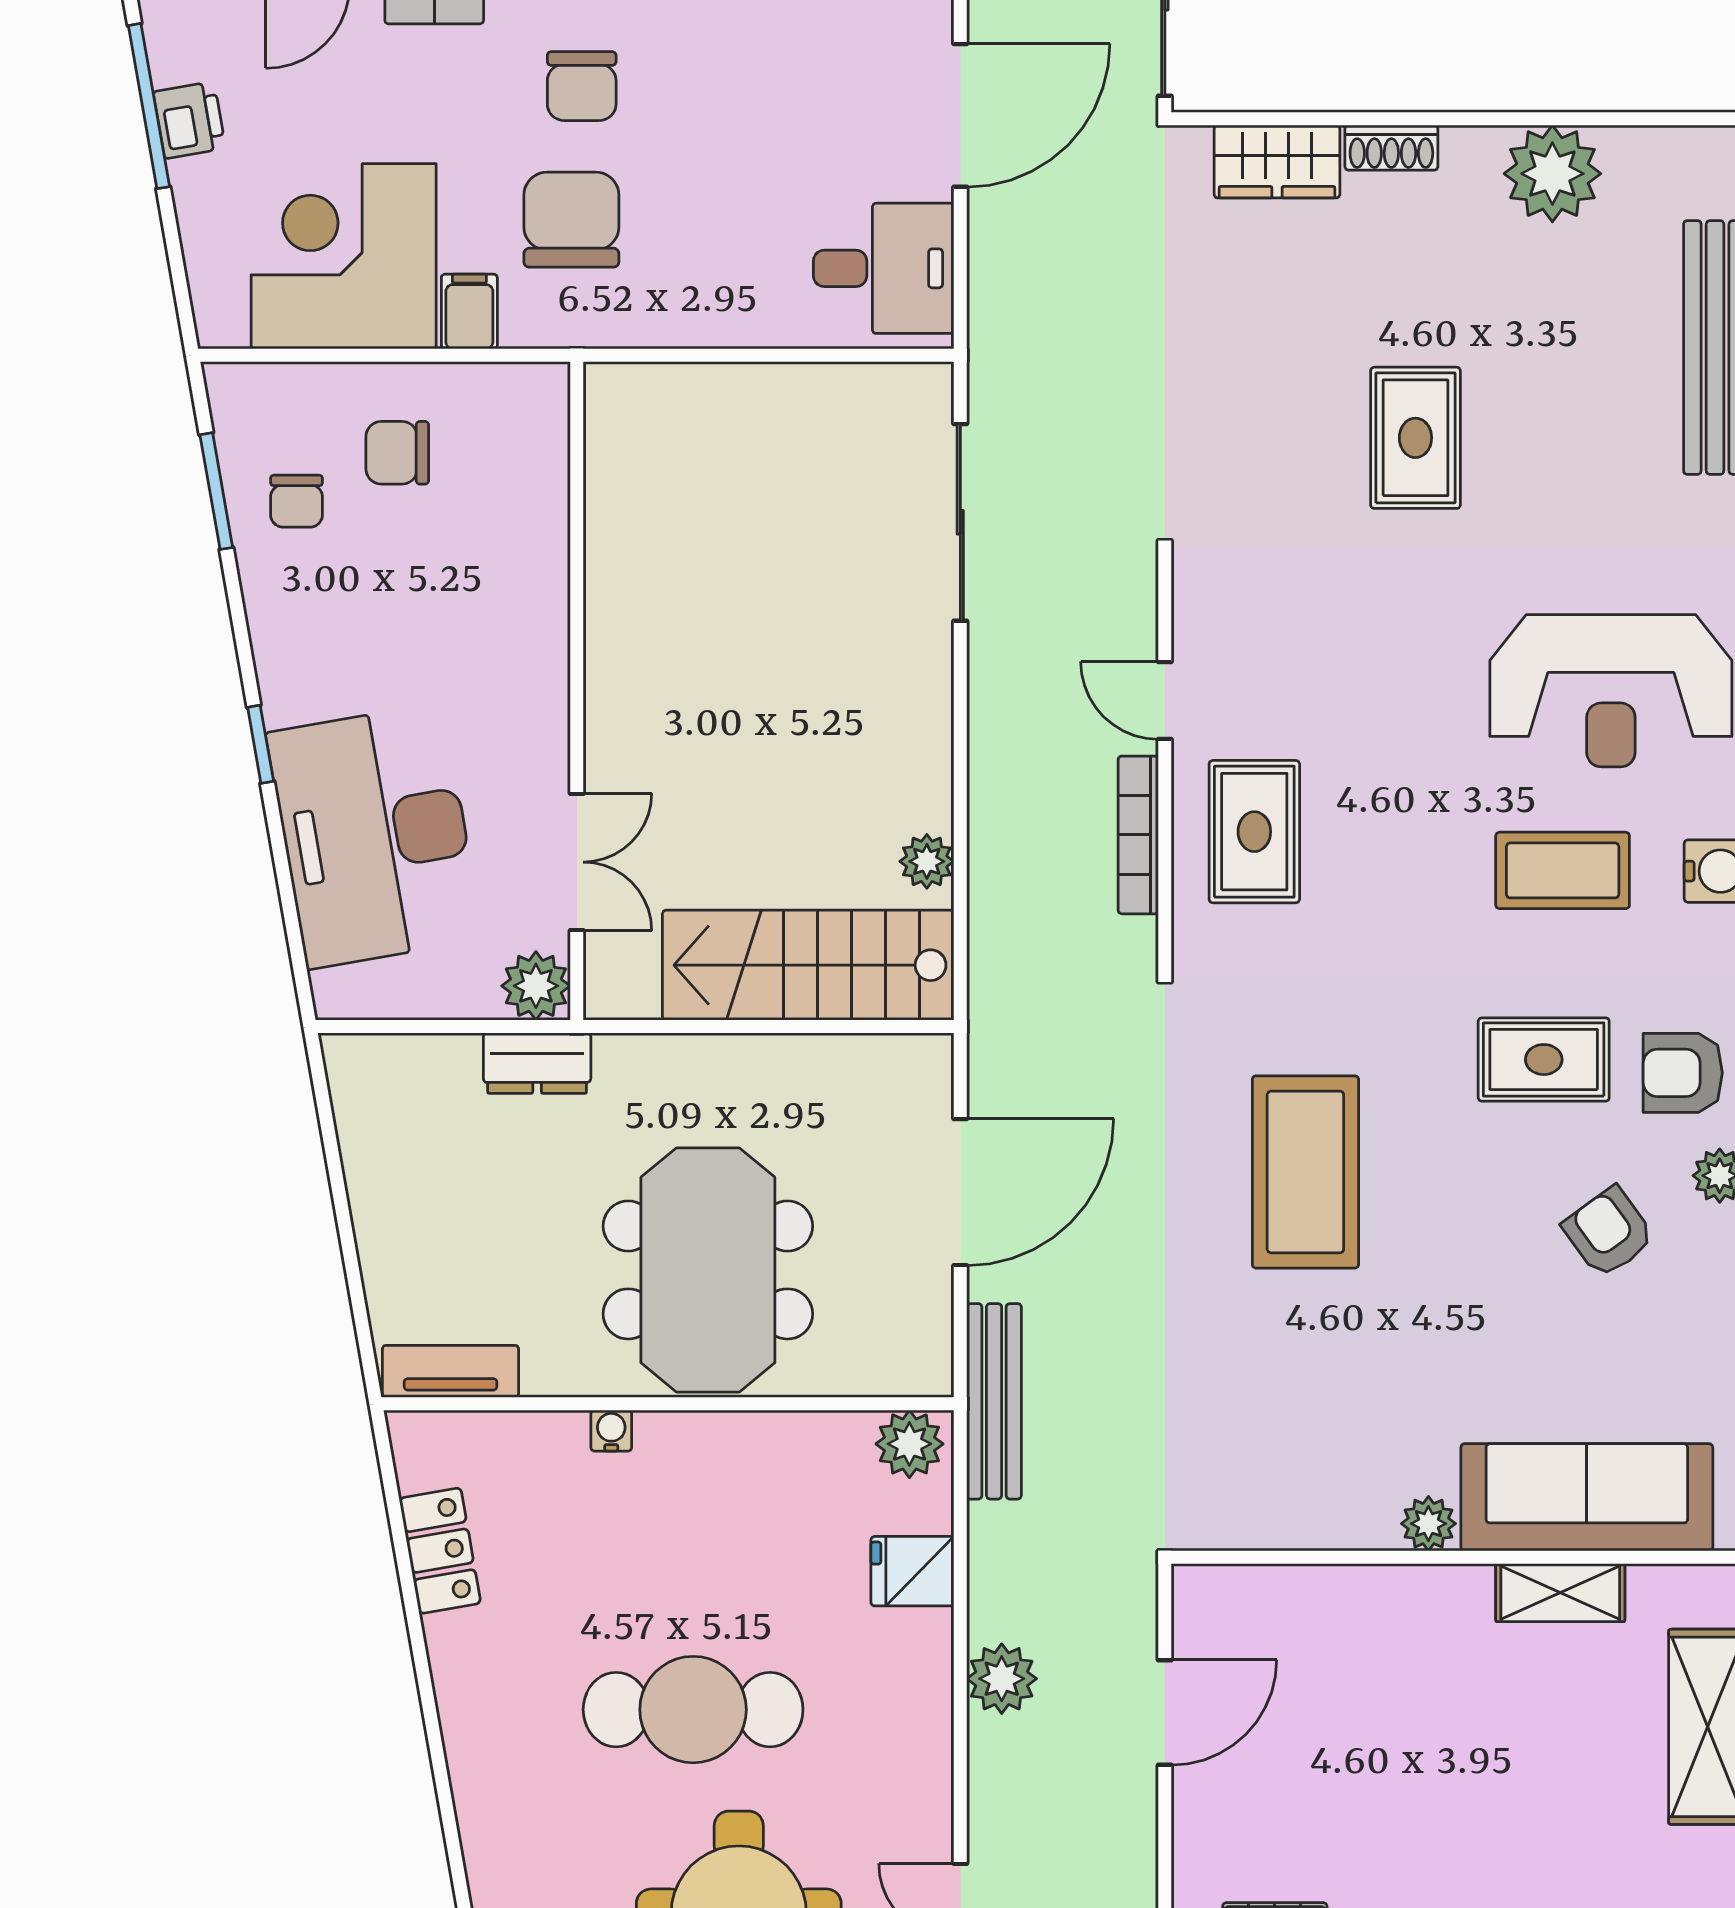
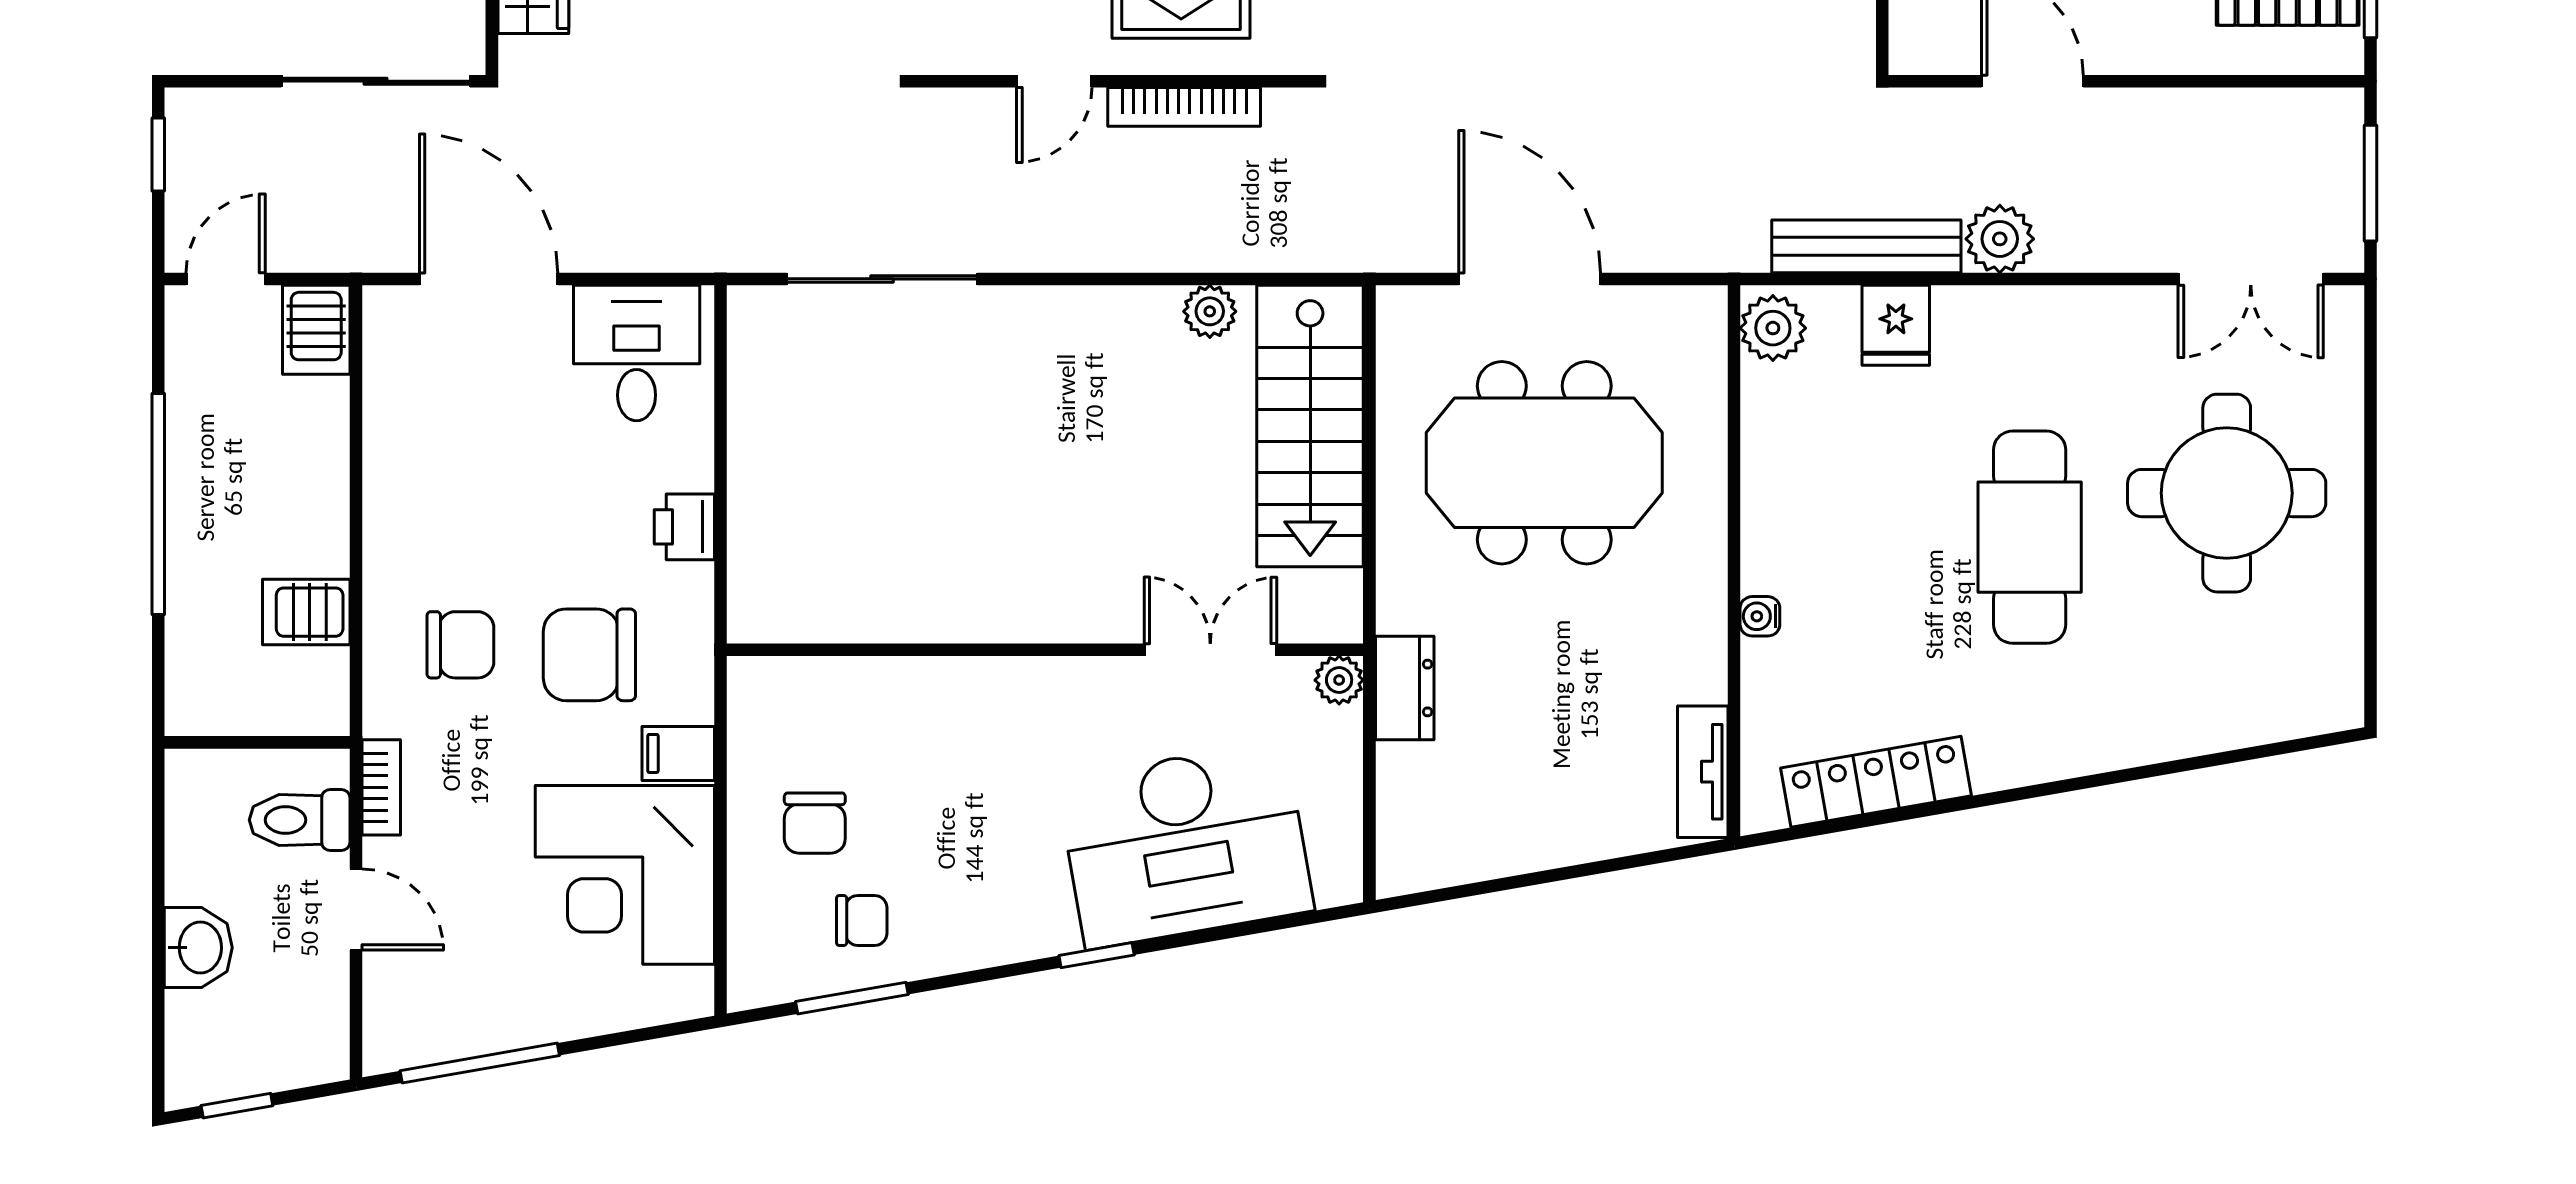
printer: (189, 120) -> (684, 527), moved, turned -80
plant: (536, 986) -> (1339, 680), width x0.73, depth x0.73
meeting table: (708, 1270) -> (1544, 463), moved
bench: (994, 1401) -> (1866, 246), moved
locker: (440, 1551) -> (1876, 782), width x1.53

